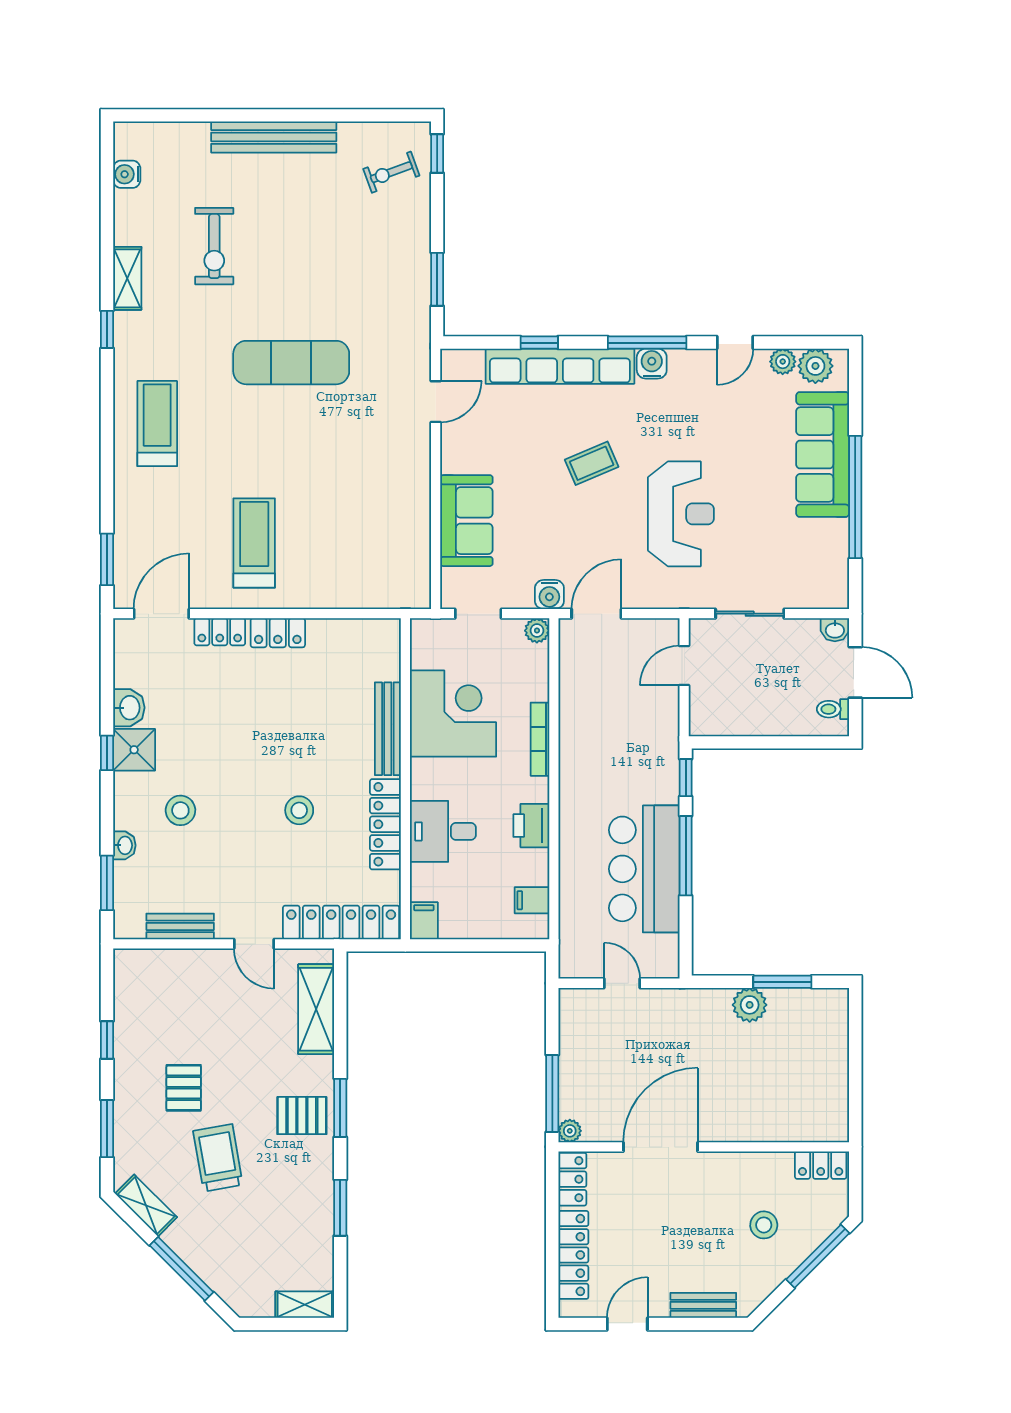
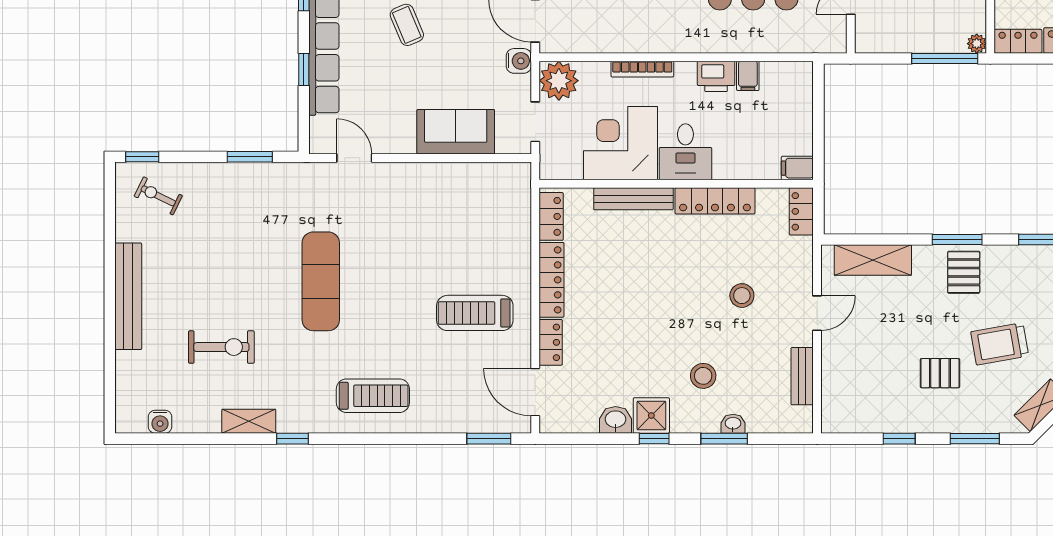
exercise bike: (391, 172) -> (158, 196), turned 136
treadmill: (157, 424) -> (373, 396), turned 180
plant: (537, 631) -> (559, 81), width x1.88, depth x1.88
locker: (367, 632) -> (551, 216), added
locker: (278, 633) -> (551, 280), width x1.53
stool: (299, 810) -> (742, 296), moved
desk: (443, 831) -> (685, 152), moved
window: (107, 883) -> (724, 439), moved
filing cabinet: (532, 900) -> (748, 76), moved
locker: (341, 922) -> (801, 211), width x0.46, depth x0.83

